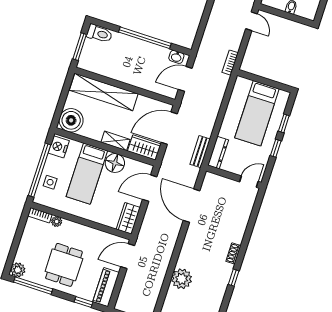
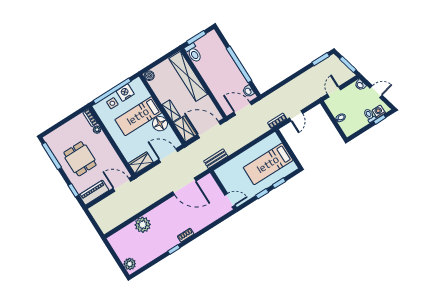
door: (252, 21) -> (296, 116), moved
toilet: (99, 34) -> (193, 53), moved
boiler: (71, 120) -> (149, 76), width x0.54, depth x0.54
nightstand: (59, 147) -> (125, 93), moved
dresser: (218, 153) -> (226, 168), removed
door: (192, 206) -> (184, 186), swing flipped
dining table: (64, 265) -> (80, 159), turned 90
plant: (18, 270) -> (50, 139), removed

